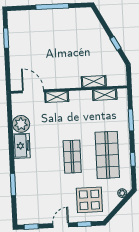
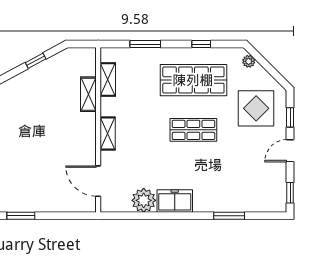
door: (33, 91) -> (98, 181), hinge flipped
shelving: (57, 97) -> (108, 133), moved
door: (61, 225) -> (290, 151), hinge flipped

